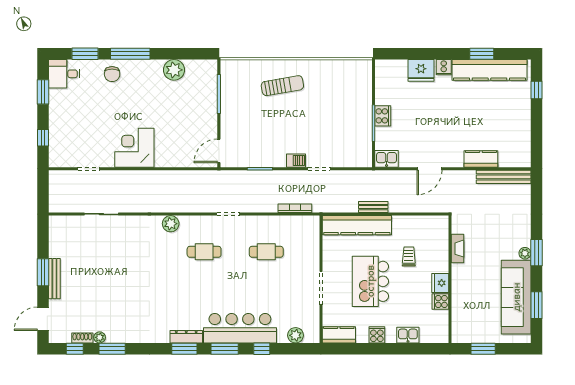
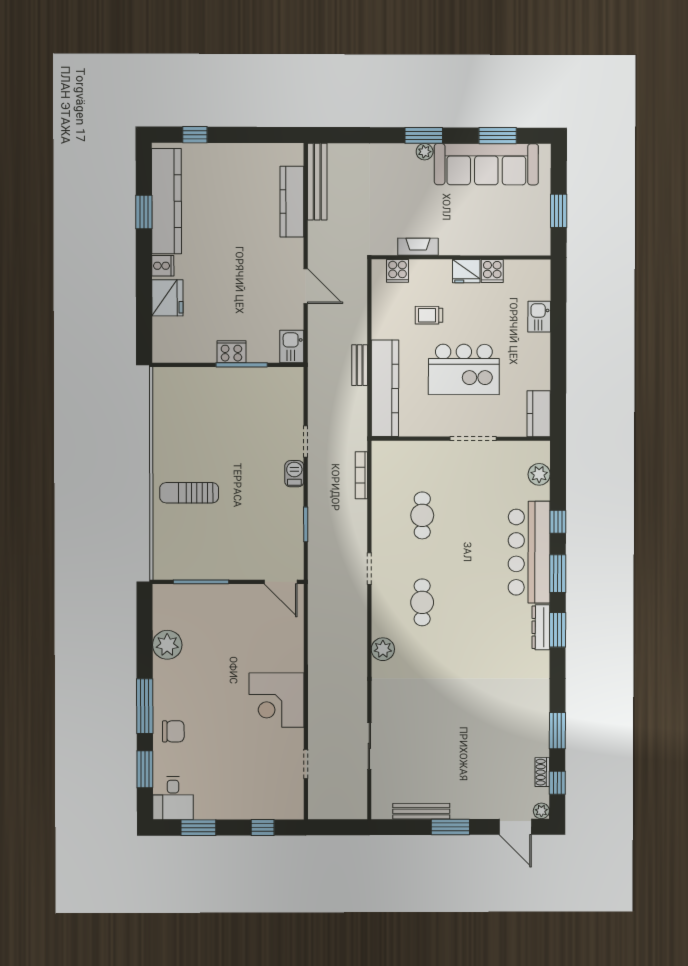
sun lounger: (282, 86) -> (189, 493), turned -80
kitchen counter: (481, 159) -> (292, 202), width x1.50
bench: (54, 279) -> (421, 811), moved
cooker: (377, 335) -> (397, 271), moved, turned -90
plant: (100, 337) -> (541, 811), moved

